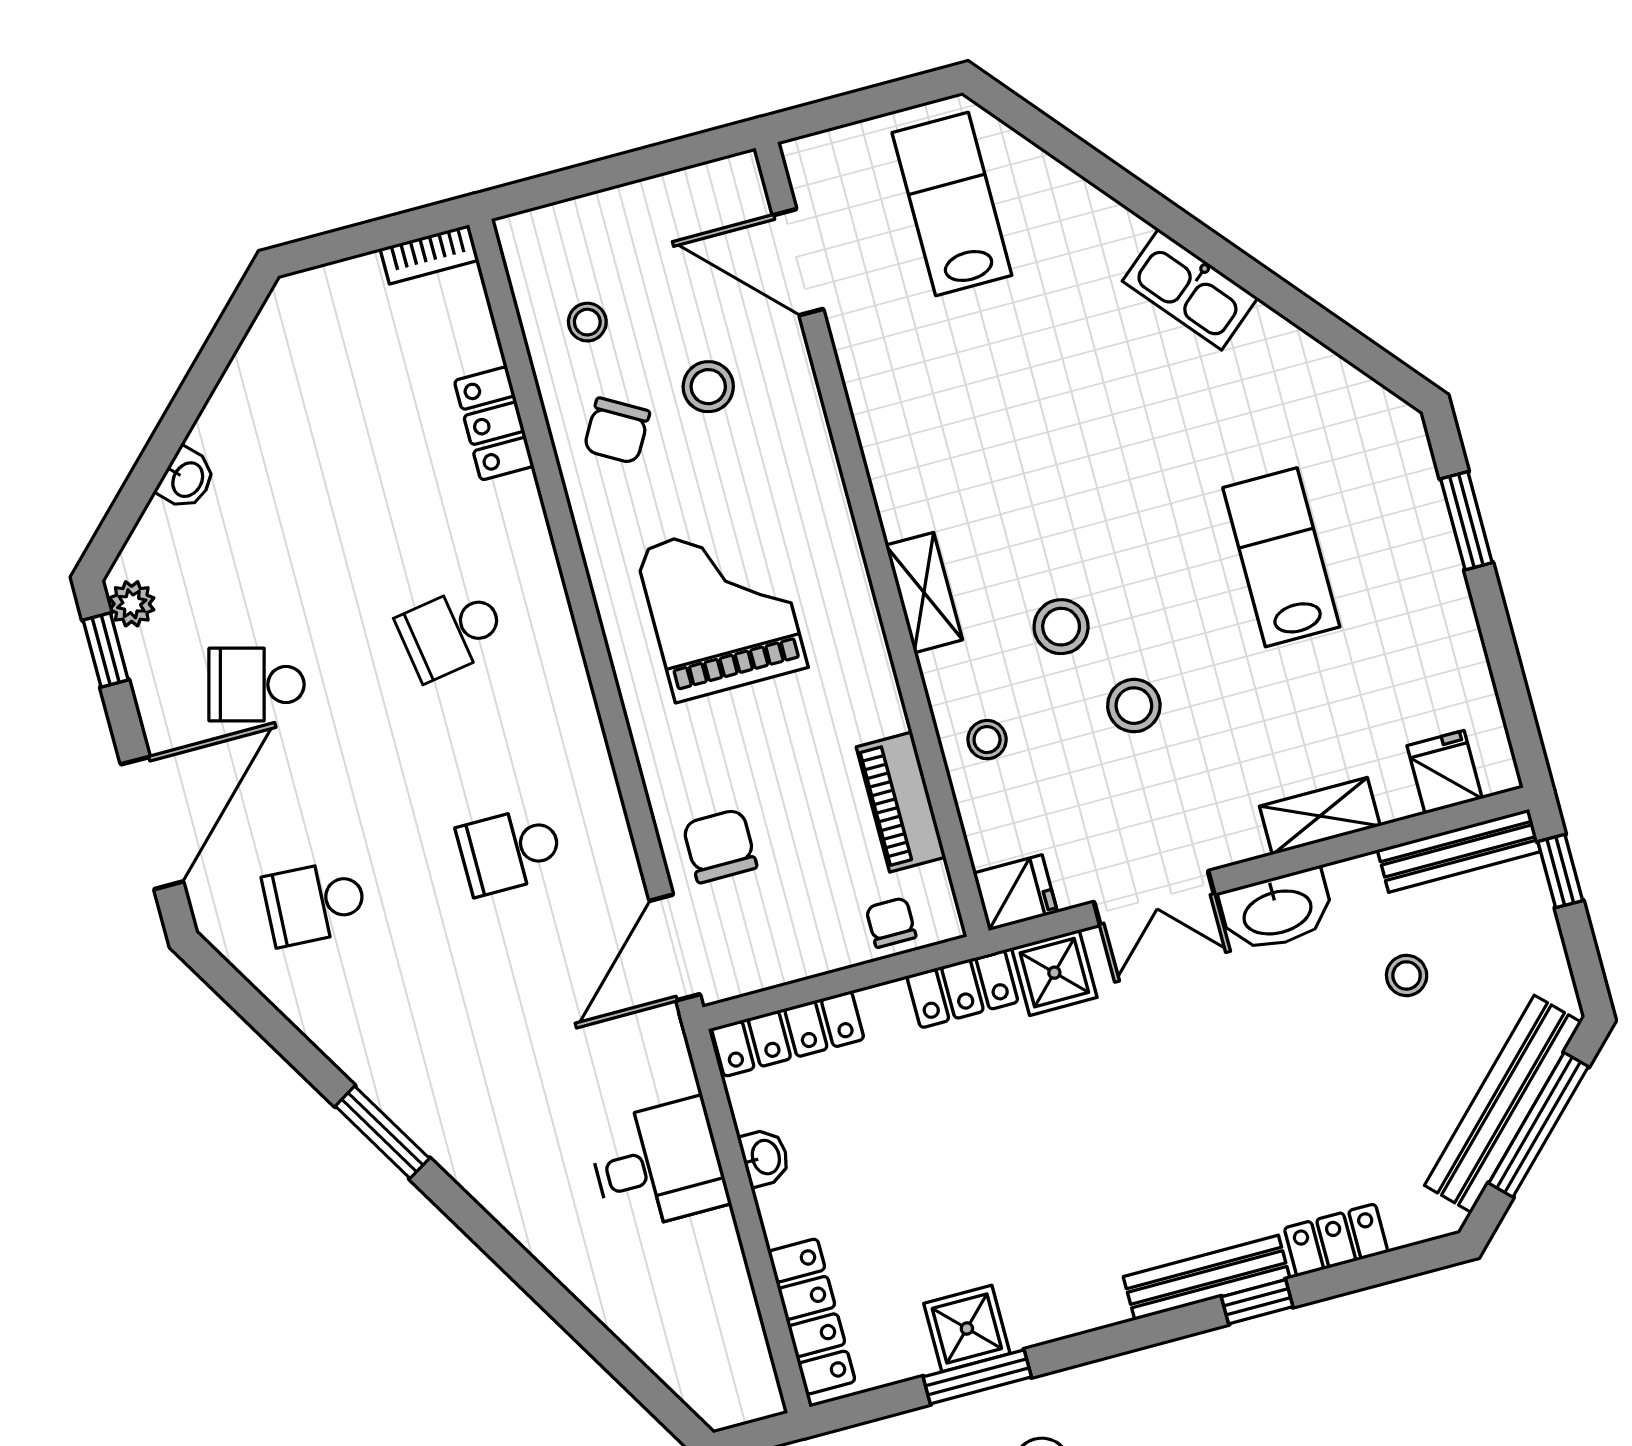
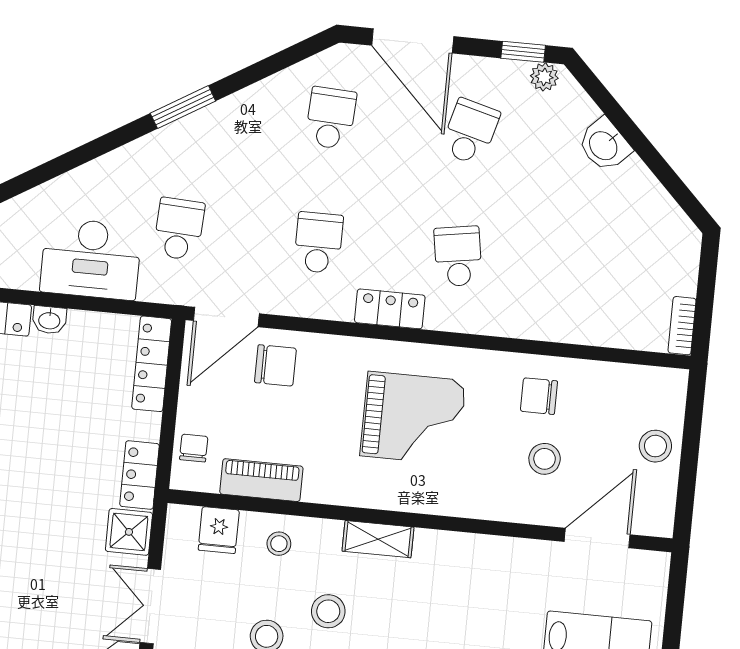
stool: (587, 322) -> (655, 446), moved, width x1.37, depth x1.37
locker: (494, 423) -> (390, 309), moved
chair: (617, 431) -> (539, 396), turned -30
washbasin: (187, 479) -> (604, 145), width x1.38, depth x1.45
fridge: (1015, 893) -> (219, 530), moved
chair: (891, 922) -> (194, 448), turned -90
door: (675, 948) -> (226, 317), swing flipped
school desk: (569, 1069) -> (179, 229), added
washbasin: (765, 1157) -> (49, 320), moved
desk: (658, 1165) -> (91, 259), width x1.37

